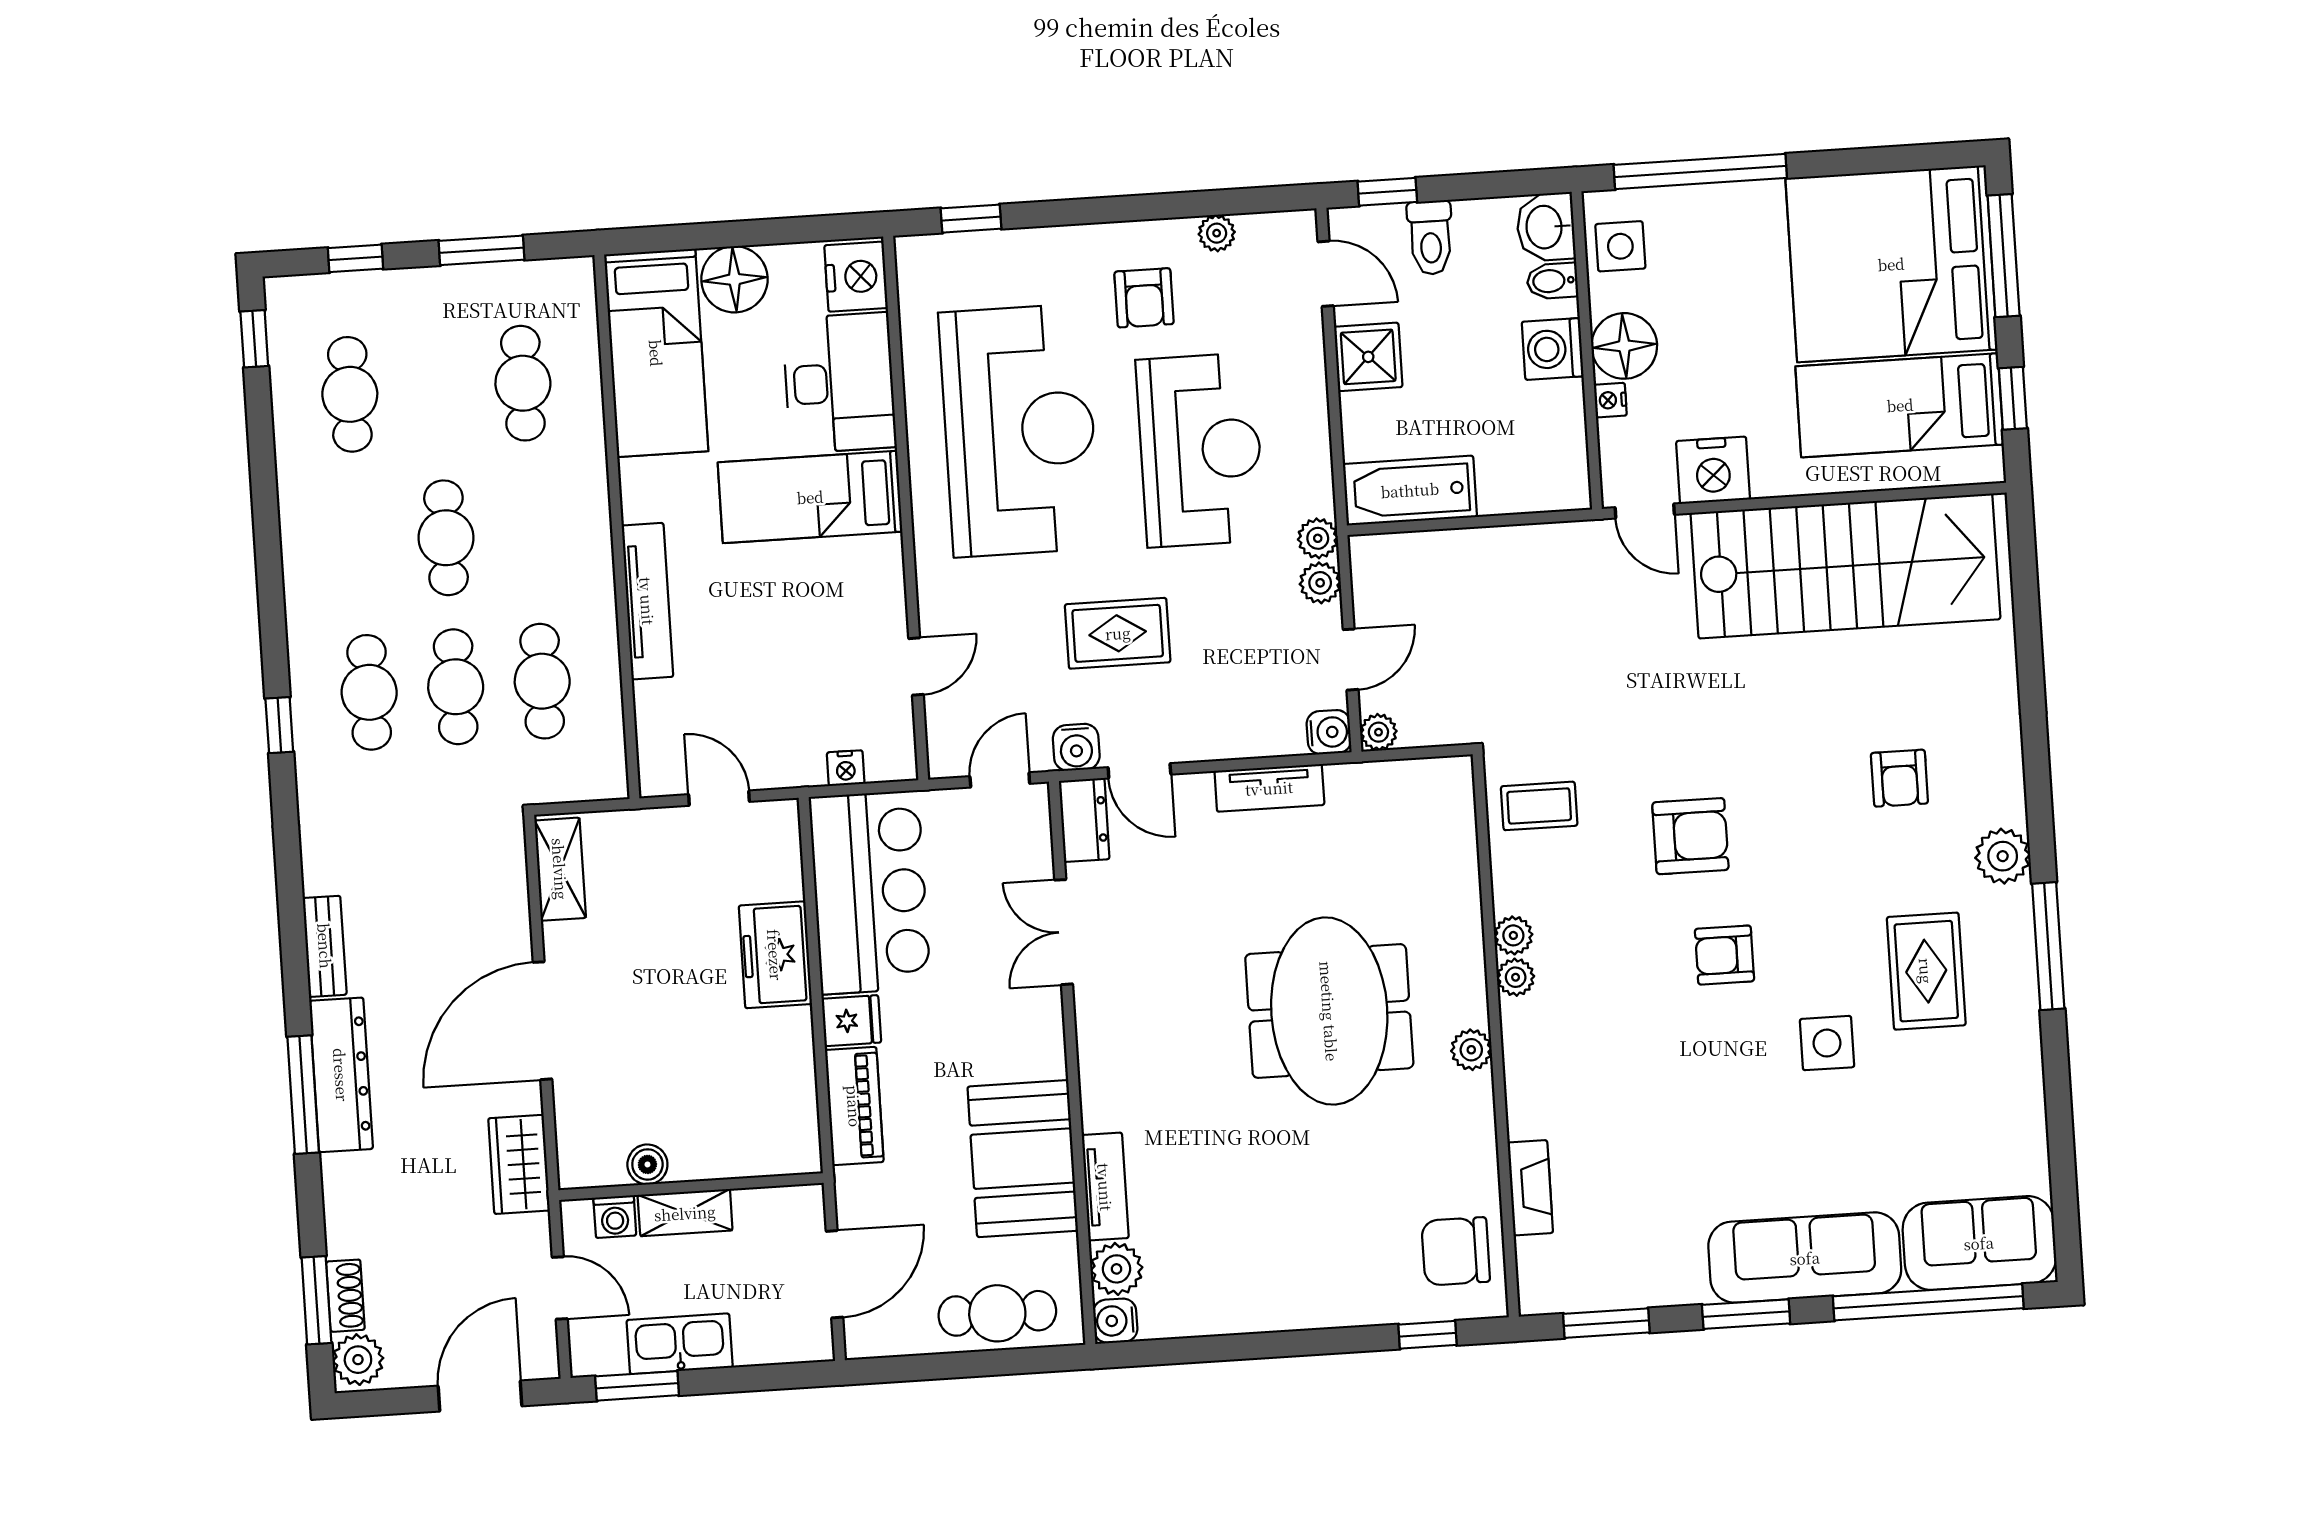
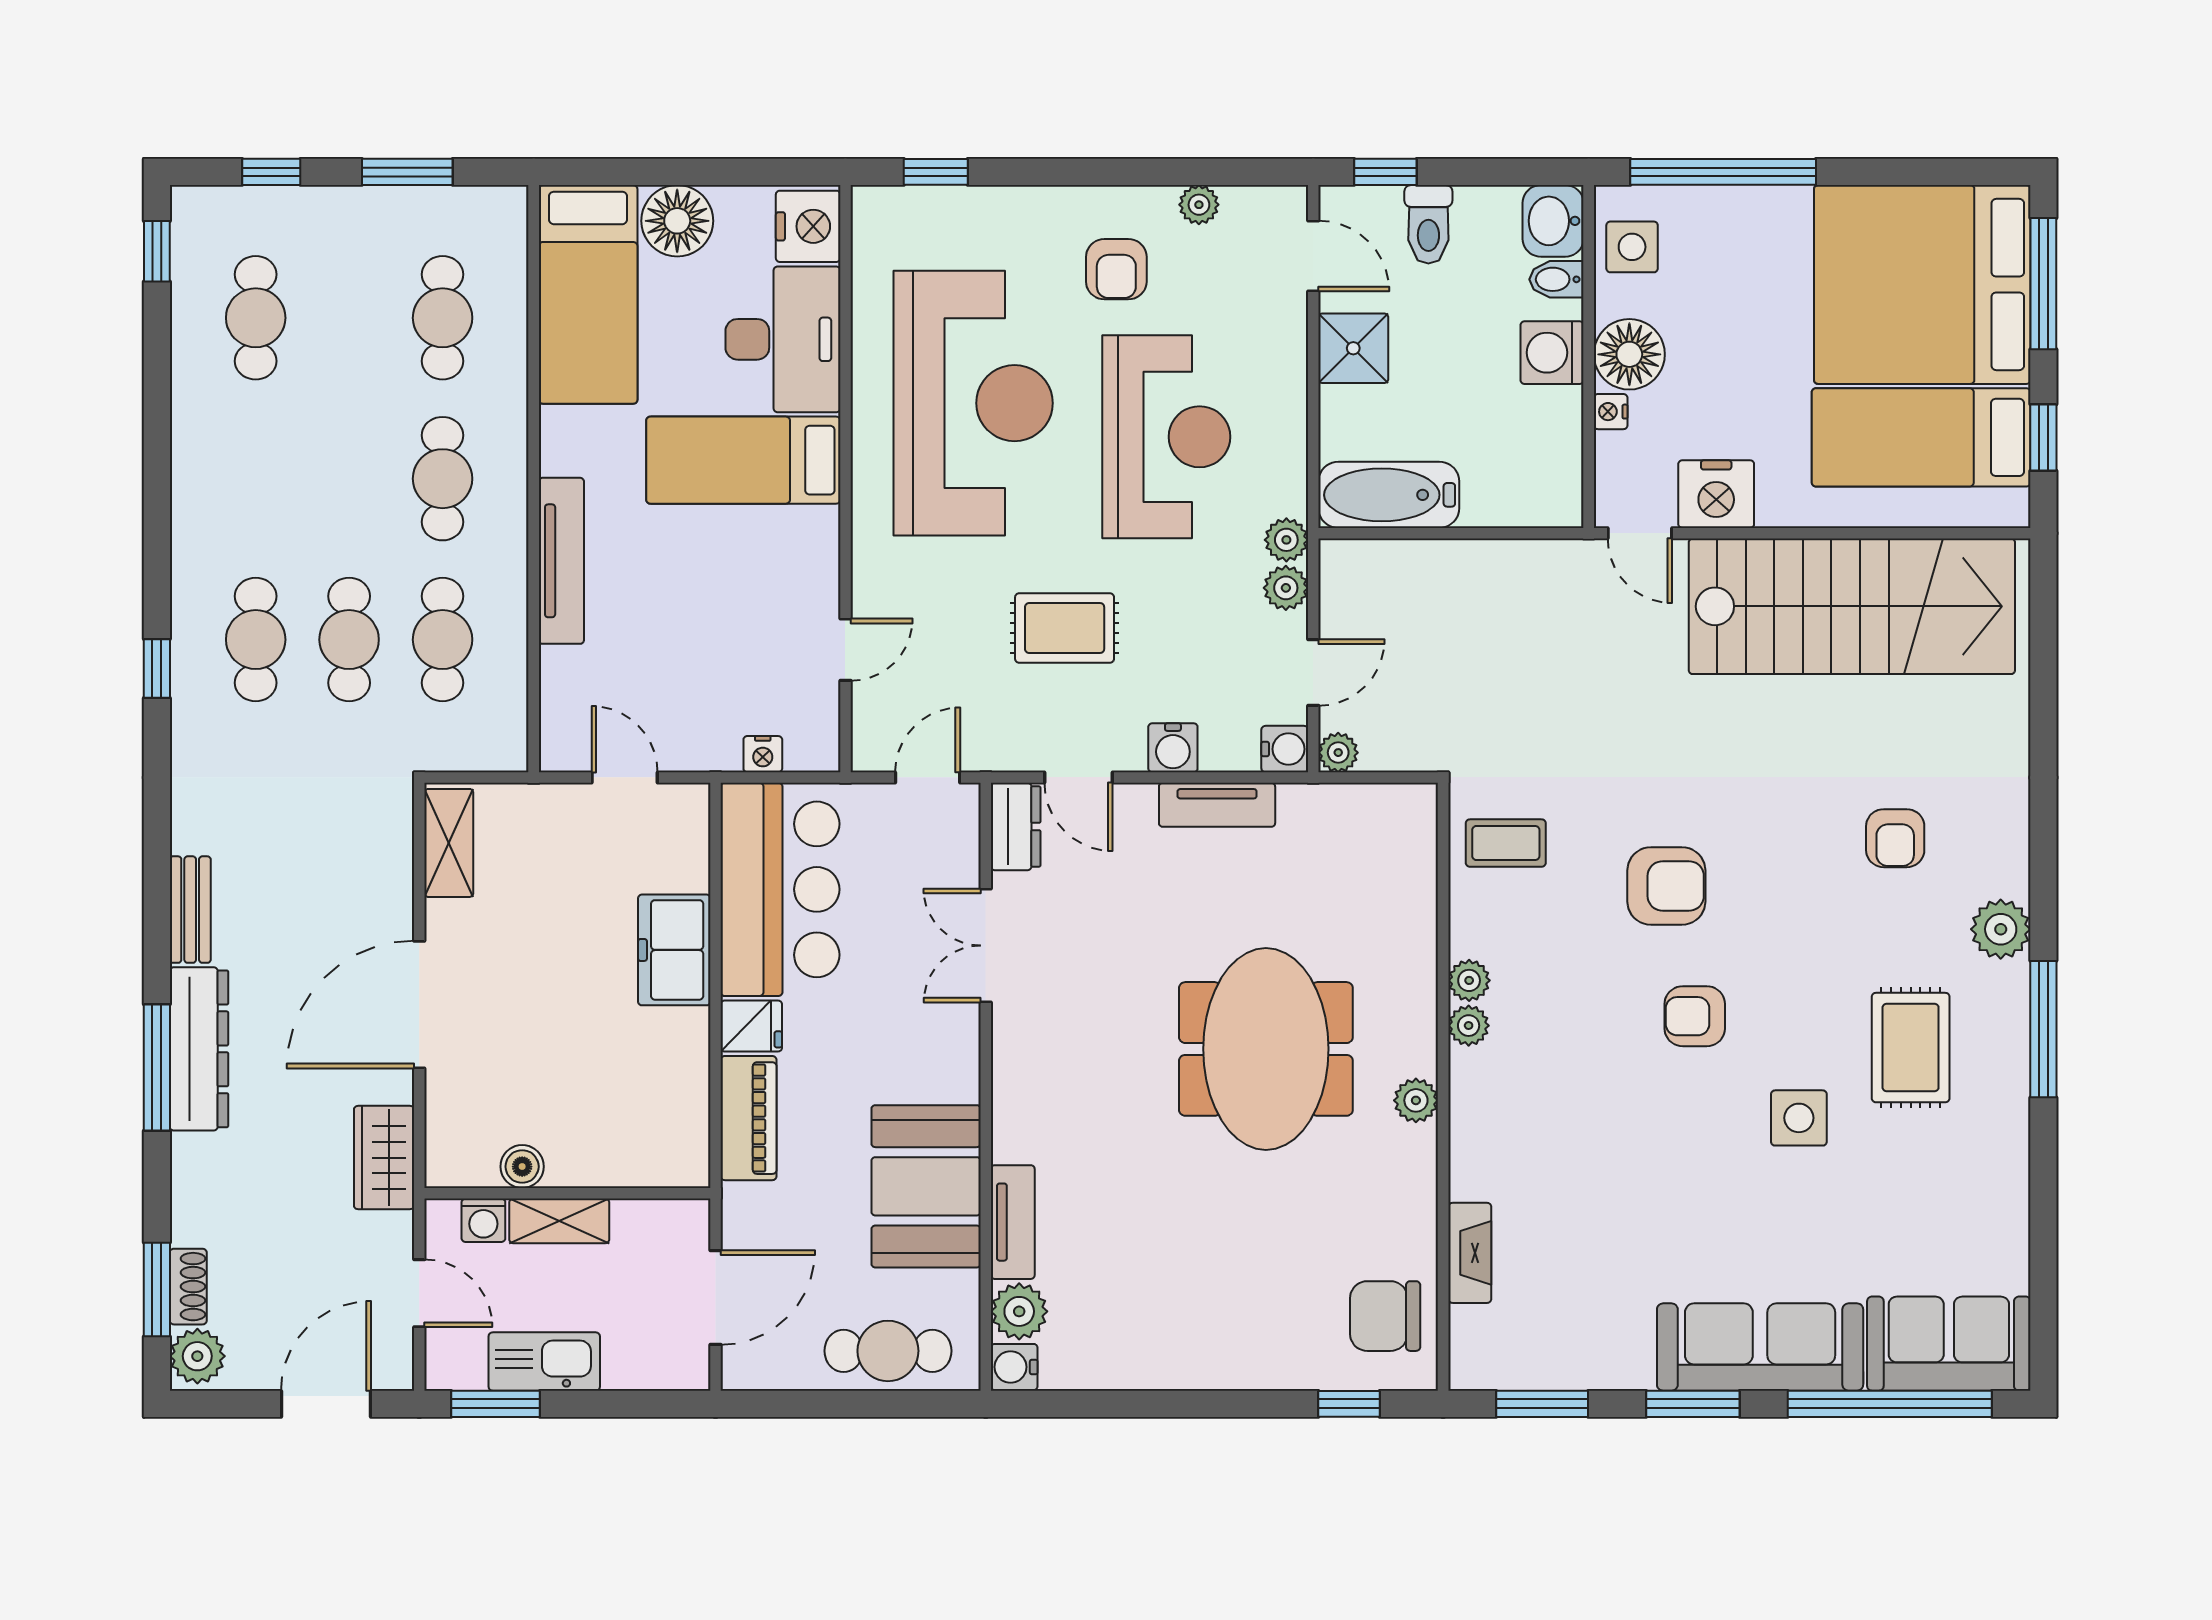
cafe table: (446, 538) -> (443, 479), moved
water cooler: (1076, 747) -> (1173, 748), moved

